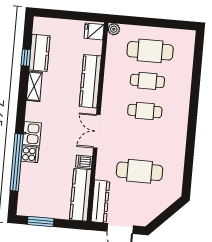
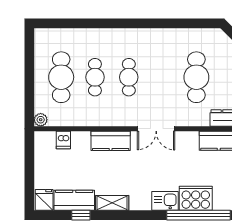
fridge: (94, 31) -> (44, 200), moved, turned 180
kitchen counter: (90, 81) -> (111, 141), width x0.67
cooker: (30, 154) -> (196, 198), width x1.87, depth x1.31
dishwasher: (84, 162) -> (63, 140), moved

